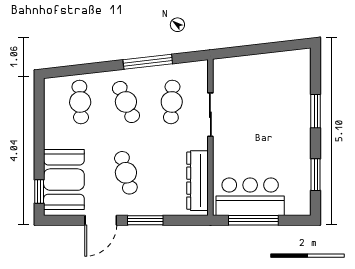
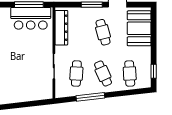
window: (39, 191) -> (154, 71), moved

